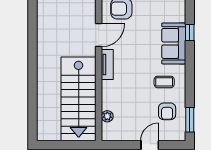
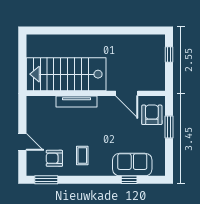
sofa: (174, 43) -> (132, 165), moved
tv unit: (107, 64) -> (77, 102), moved, width x1.41
plant: (107, 116) -> (50, 101), removed

